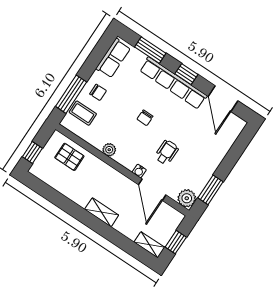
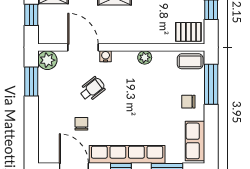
coffee table: (83, 113) -> (190, 61), moved
chair: (145, 118) -> (81, 124), moved
wheelchair: (167, 152) -> (92, 89), turned -128
pallet: (69, 157) -> (188, 32), moved

